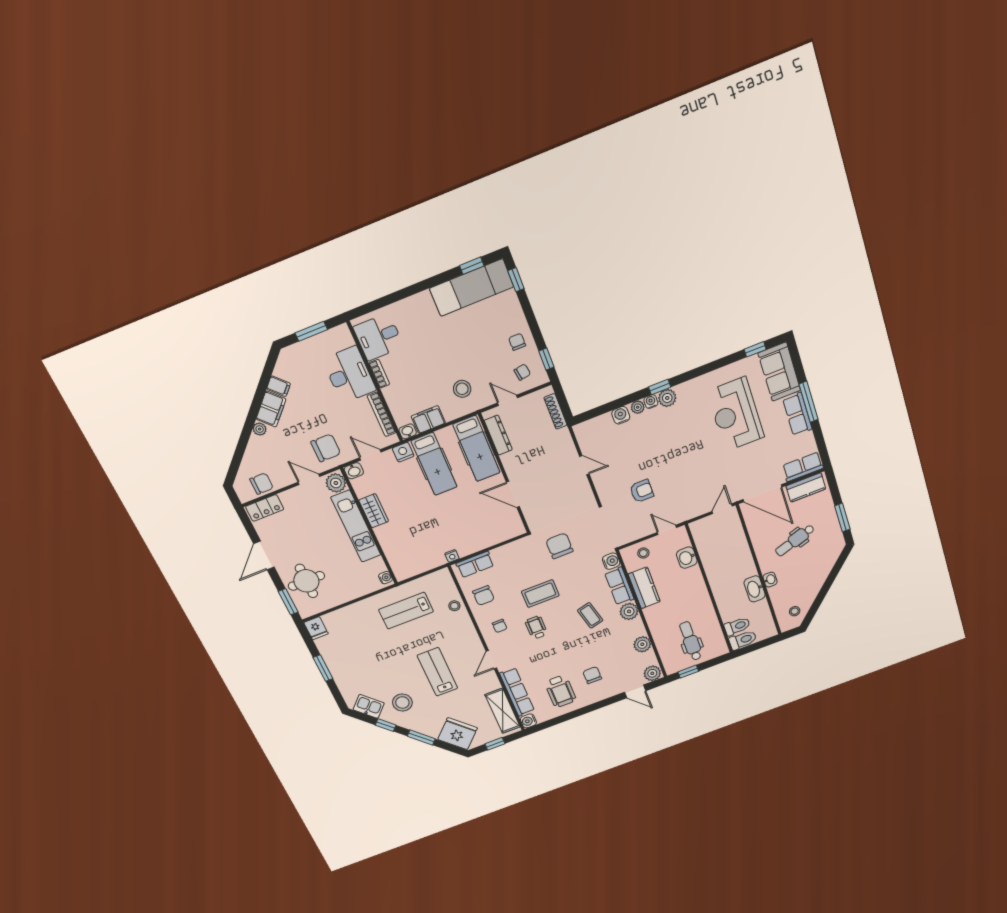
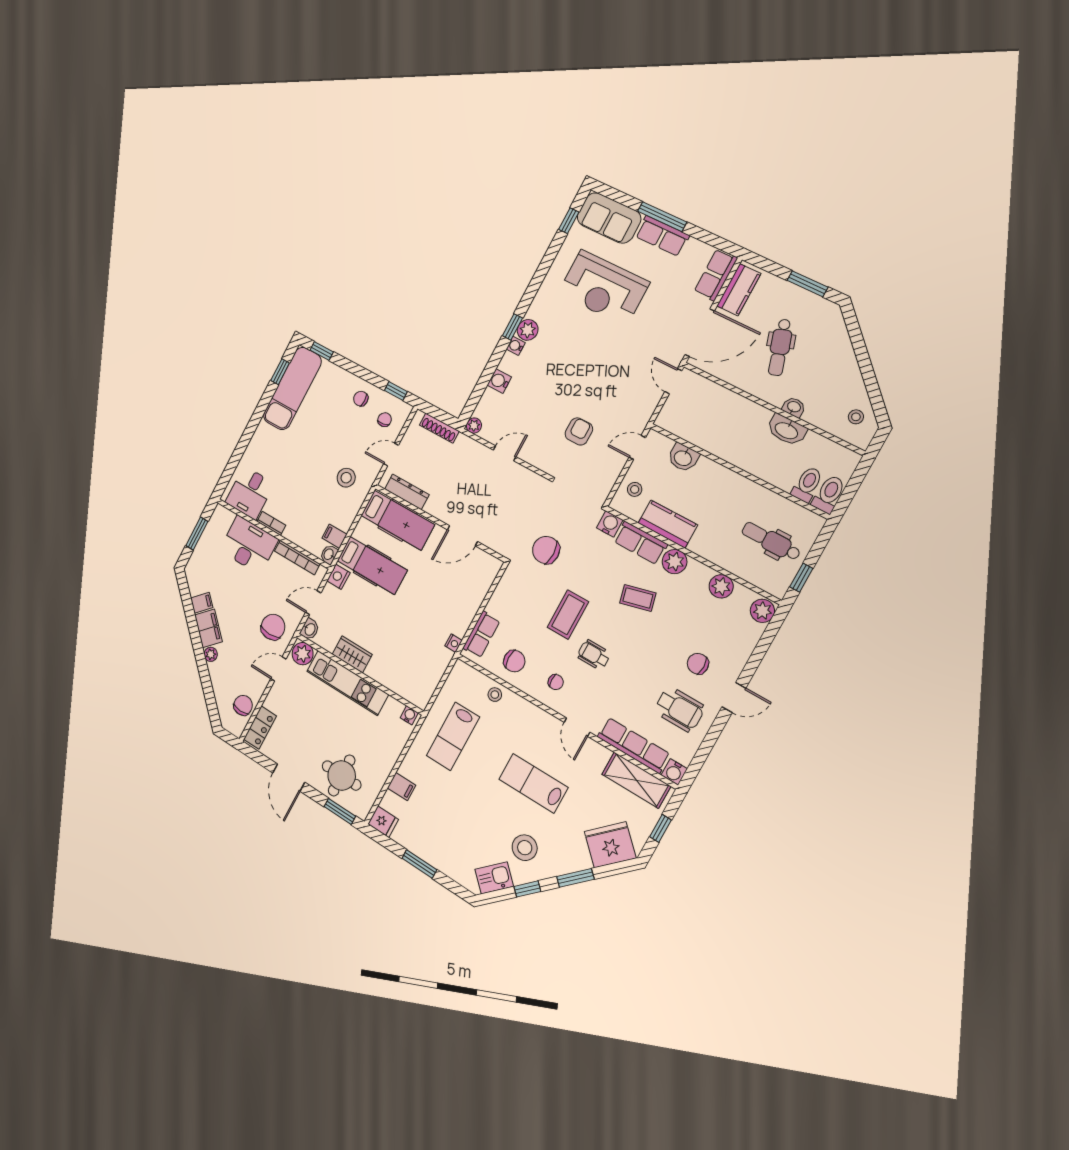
plant: (638, 407) -> (474, 426), moved
filing cabinet: (428, 420) -> (334, 536), width x0.50
filing cabinet: (346, 616) -> (401, 787), added
door: (635, 691) -> (734, 698), moved

